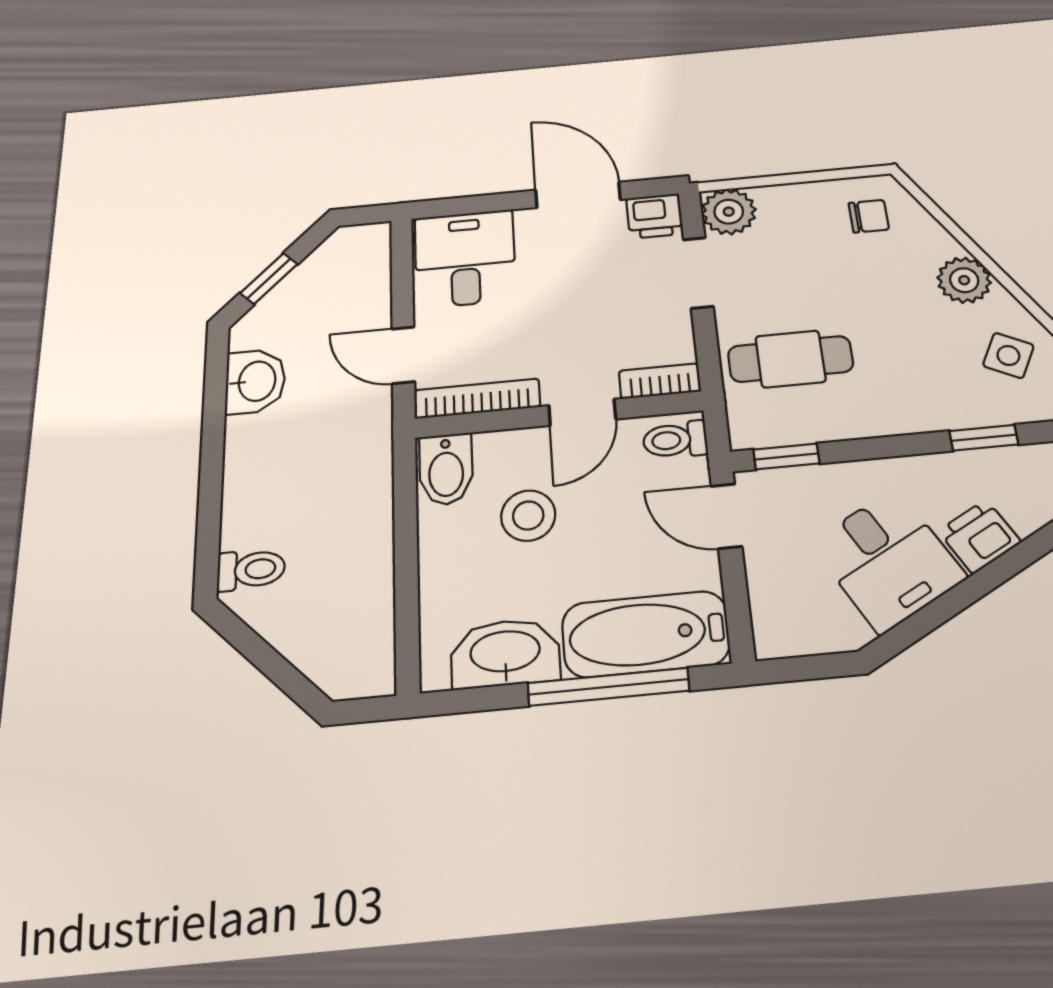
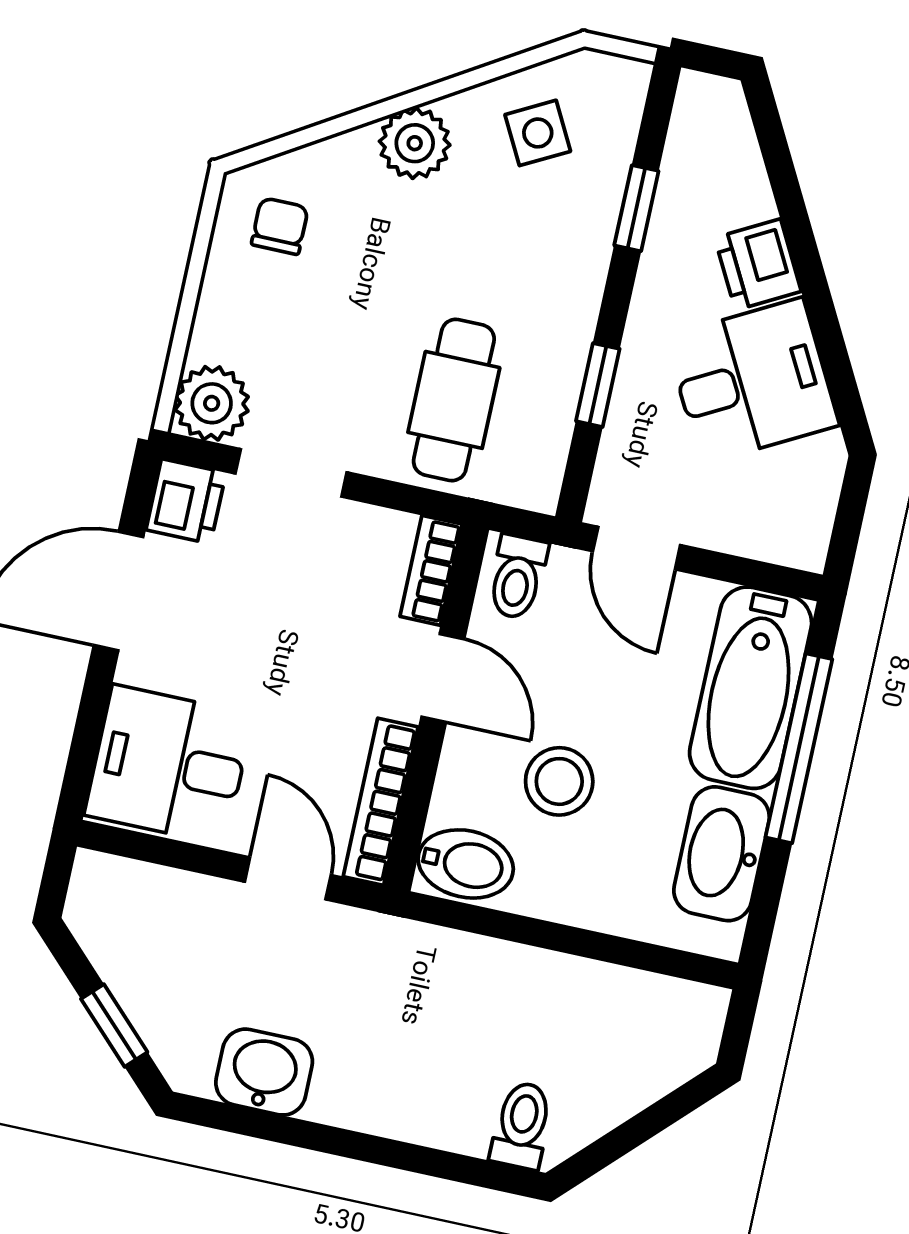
door: (403, 355) -> (288, 878), swing flipped
side table: (1008, 356) -> (538, 133), turned 35
window: (786, 456) -> (598, 385), moved
door: (727, 516) -> (637, 548), hinge flipped

